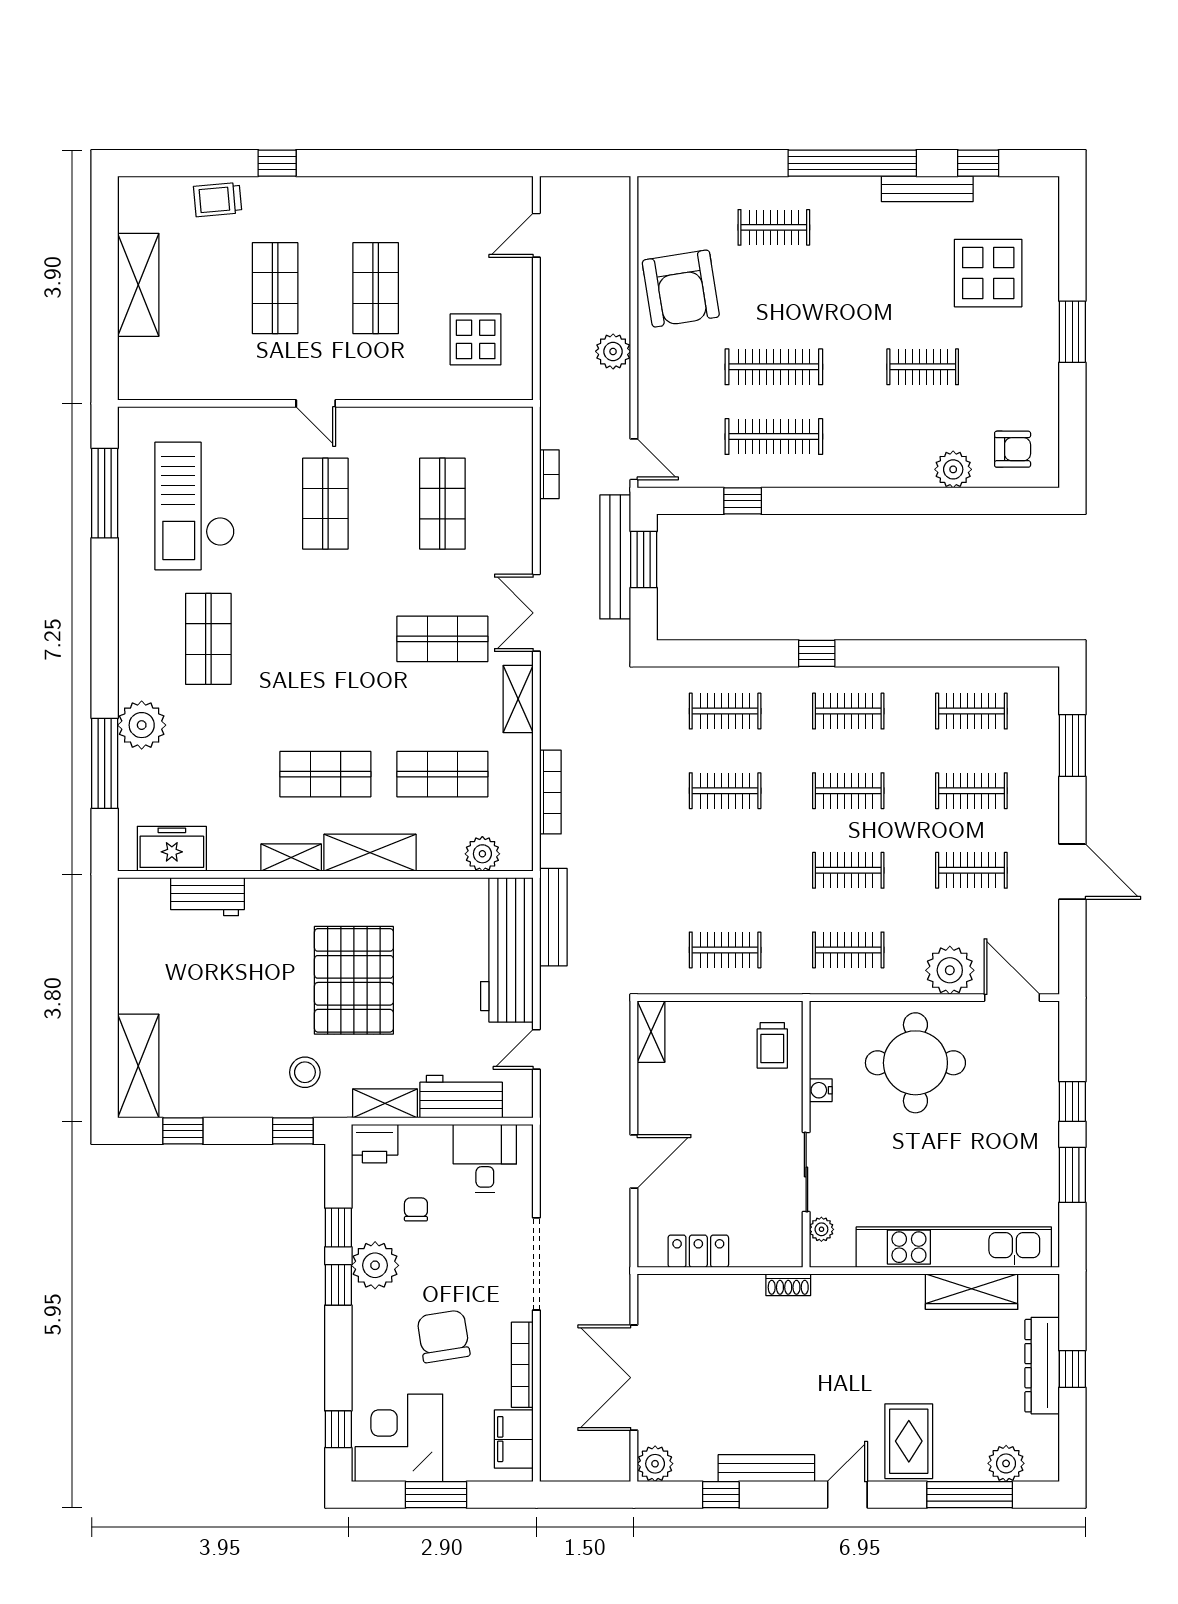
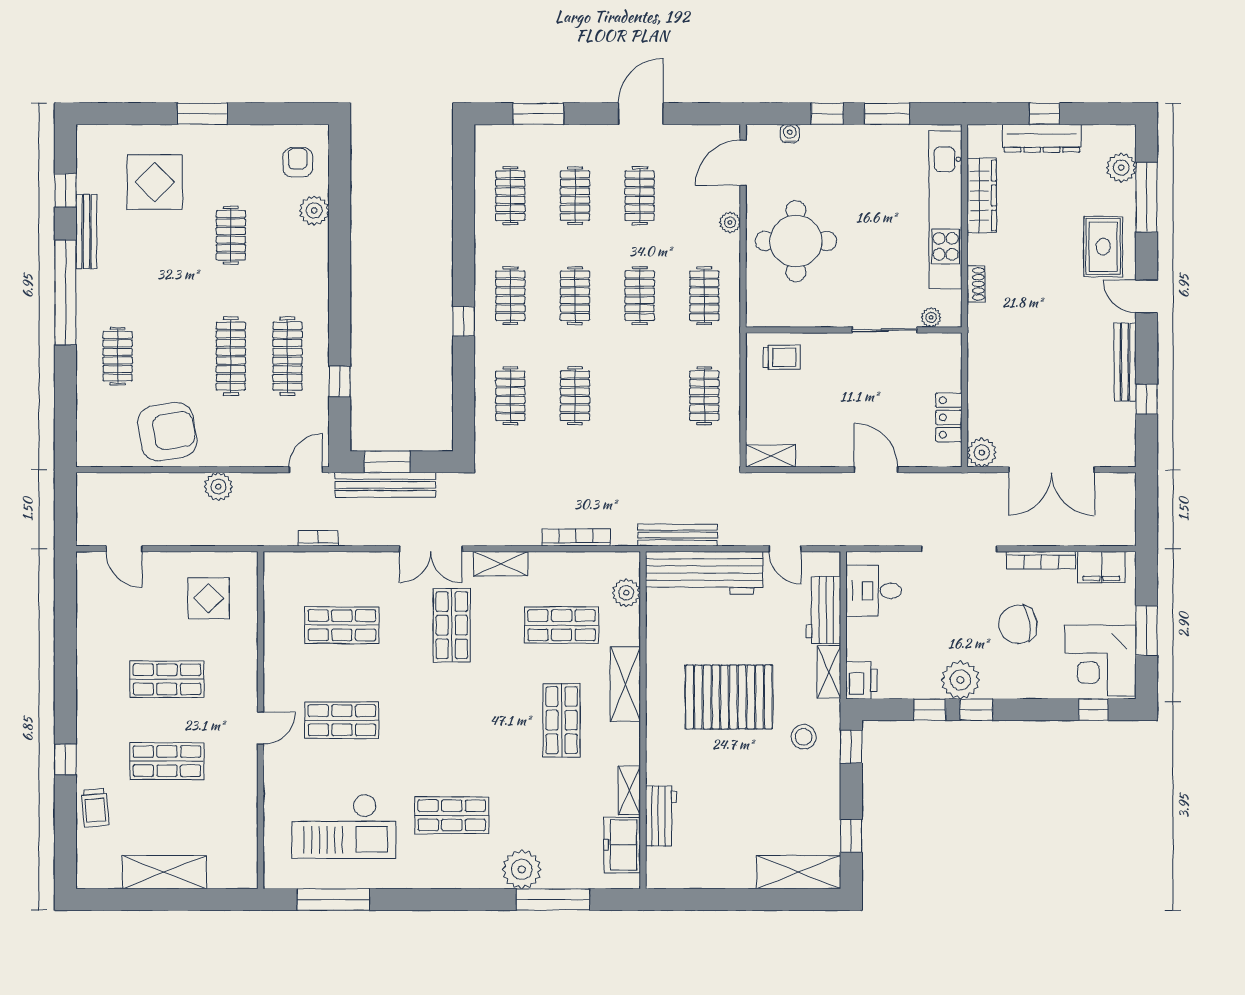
shop shelf: (442, 774) -> (562, 625), turned 90
shelving: (291, 857) -> (629, 790), moved
plant: (950, 970) -> (730, 222), width x0.53, depth x0.53
water cooler: (821, 1090) -> (790, 134), moved, turned 180
chair: (416, 1209) -> (915, 647), removed
shoe rack: (788, 1285) -> (976, 284), moved
rug: (909, 1441) -> (1103, 247), turned 90
plant: (655, 1464) -> (982, 453), moved

